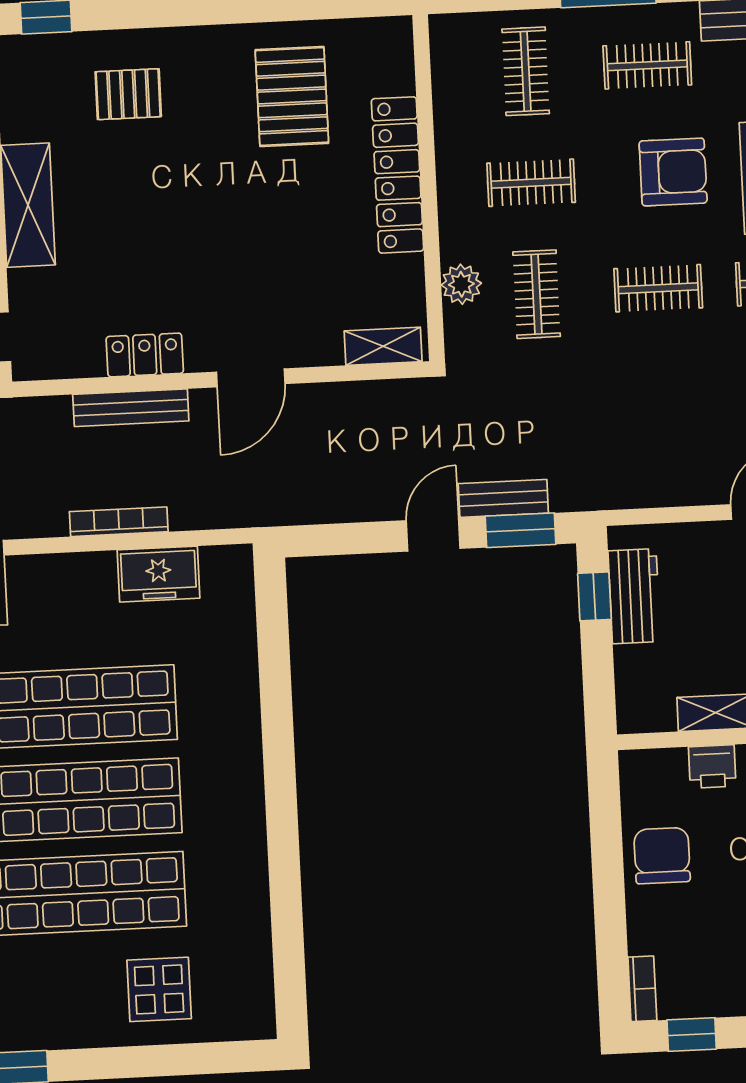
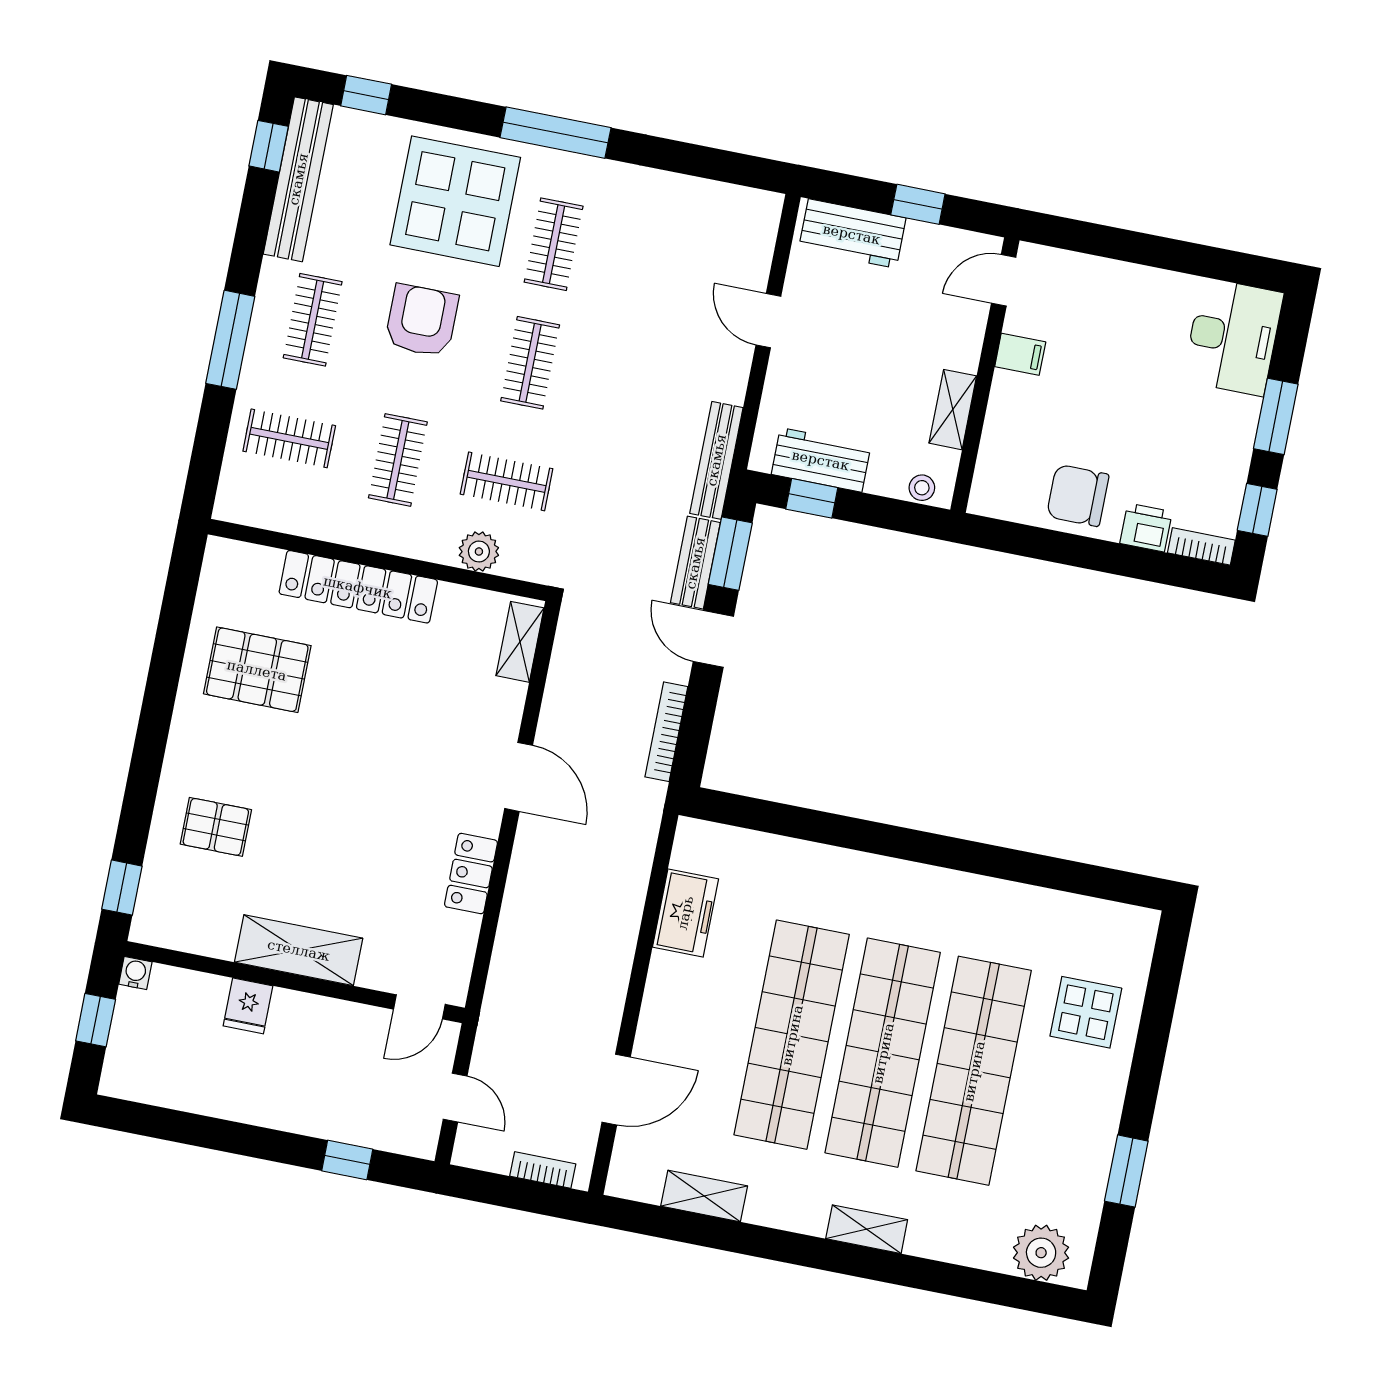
pallet: (128, 94) -> (216, 827), turned 90
bench: (131, 408) -> (716, 460), moved
bookcase: (119, 522) -> (666, 732), moved
stool: (632, 701) -> (922, 488), added
printer: (712, 767) -> (1146, 527), moved, turned -90

